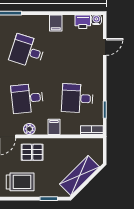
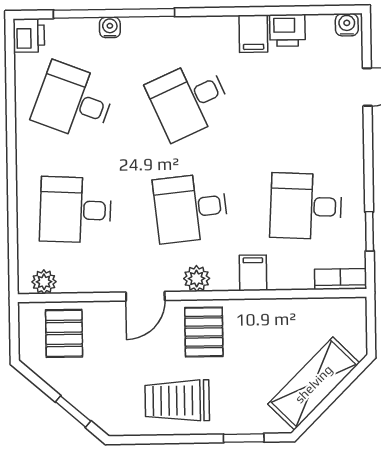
printer: (83, 22) -> (287, 30), moved
desk: (27, 51) -> (189, 100), turned -42
pallet: (32, 152) -> (204, 332), turned 90
trolley: (20, 182) -> (177, 401), turned 180

